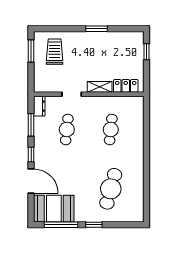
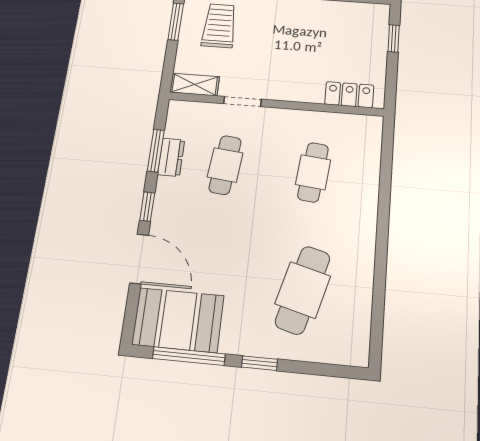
shelving: (100, 87) -> (195, 84), moved
dresser: (39, 106) -> (171, 157), moved

